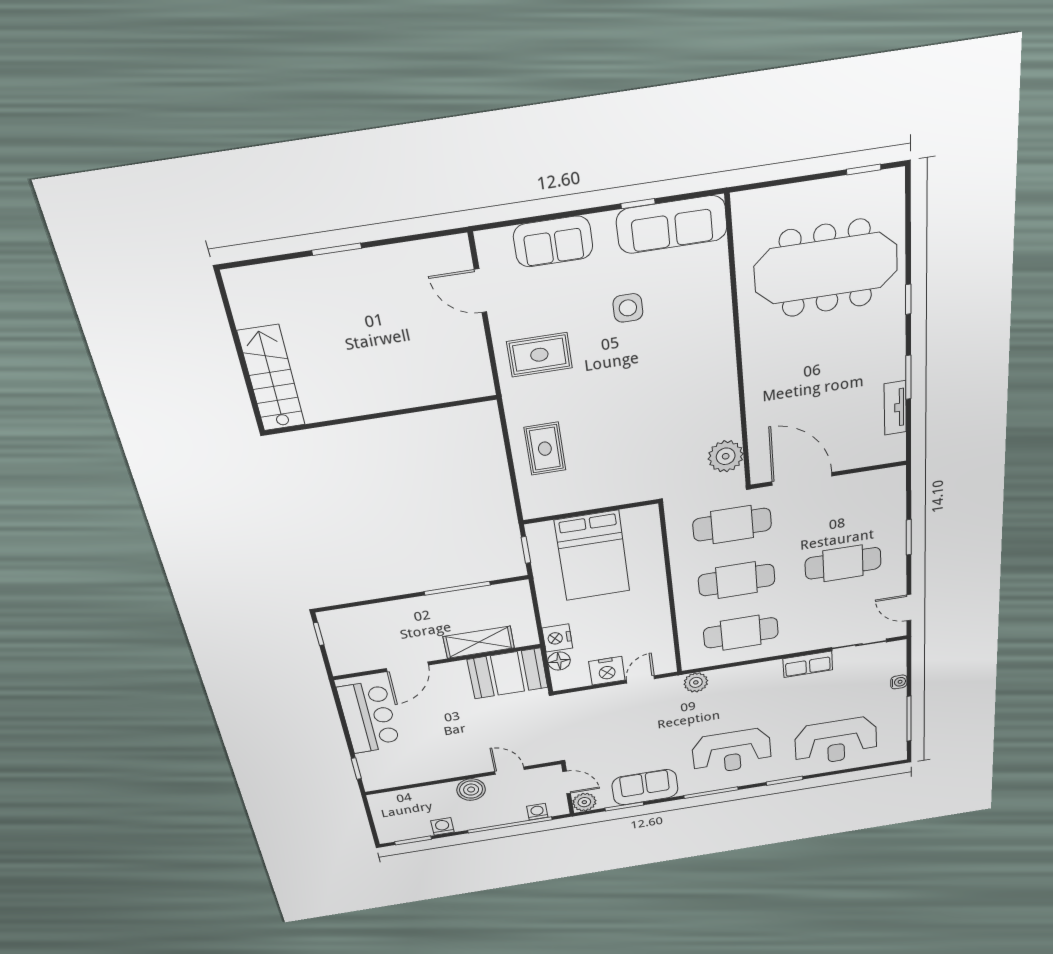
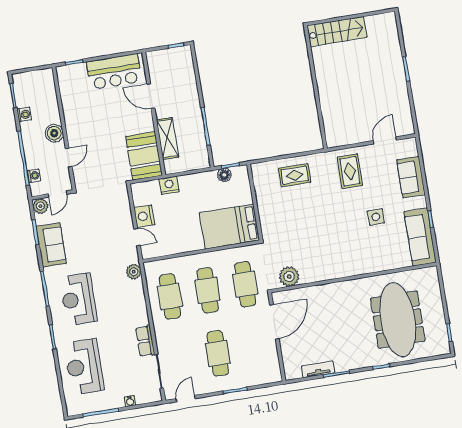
bed: (592, 556) -> (229, 227), moved
floor lamp: (559, 661) -> (224, 175), moved

